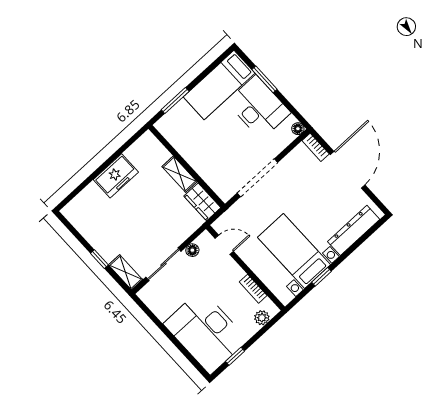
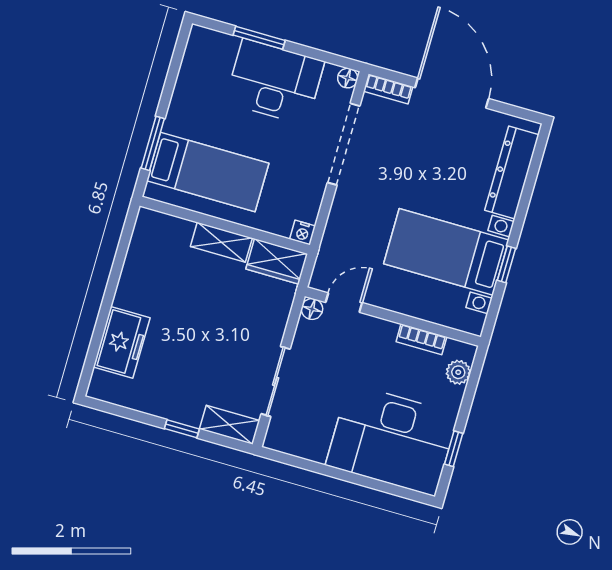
bed: (219, 85) -> (208, 172), moved, turned -90
freezer: (116, 176) -> (122, 342), moved
doorway: (257, 178) -> (344, 144), moved
nightstand: (225, 195) -> (303, 233), added
floor lamp: (192, 250) -> (312, 309), moved

